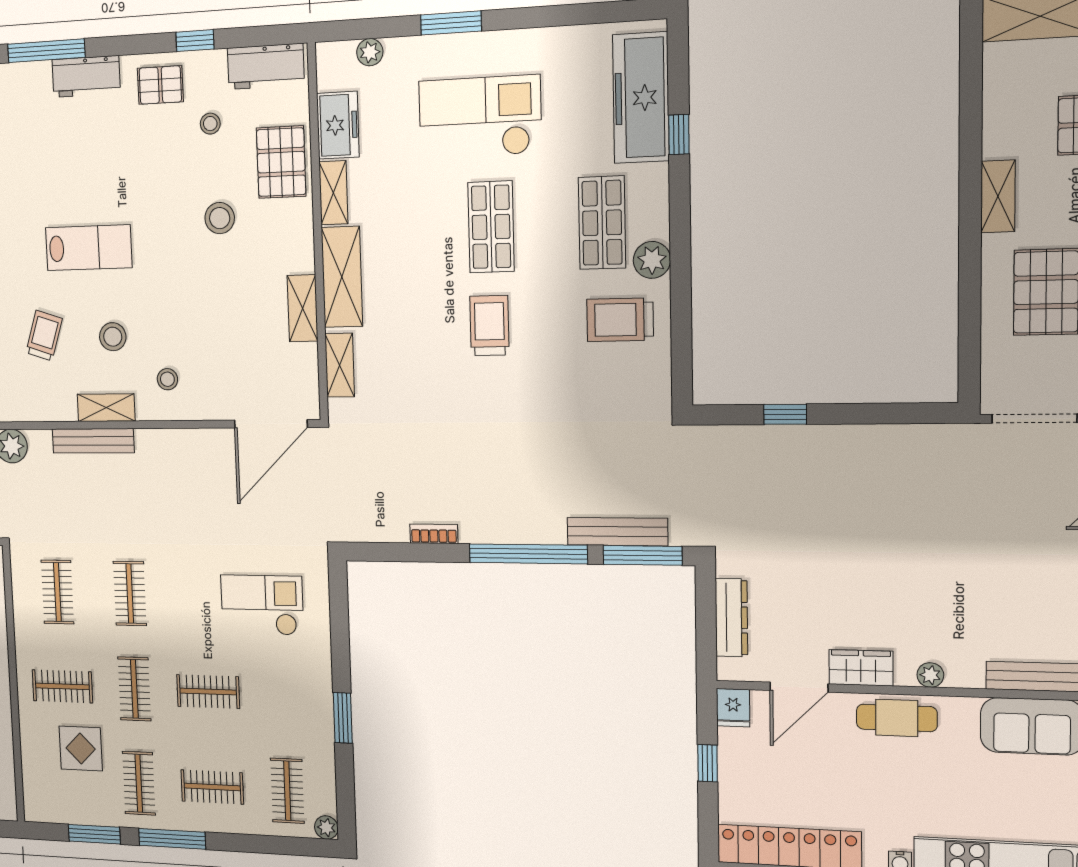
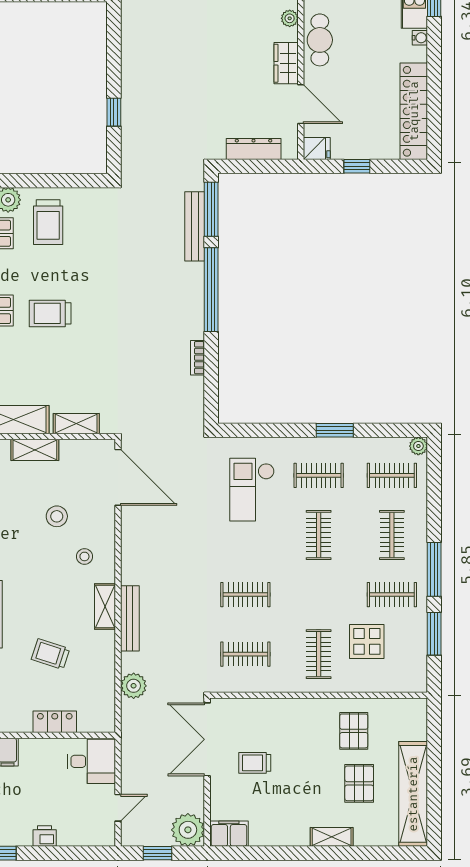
stool: (113, 337) -> (57, 516), moved
clothes rail: (134, 689) -> (319, 475), moved

